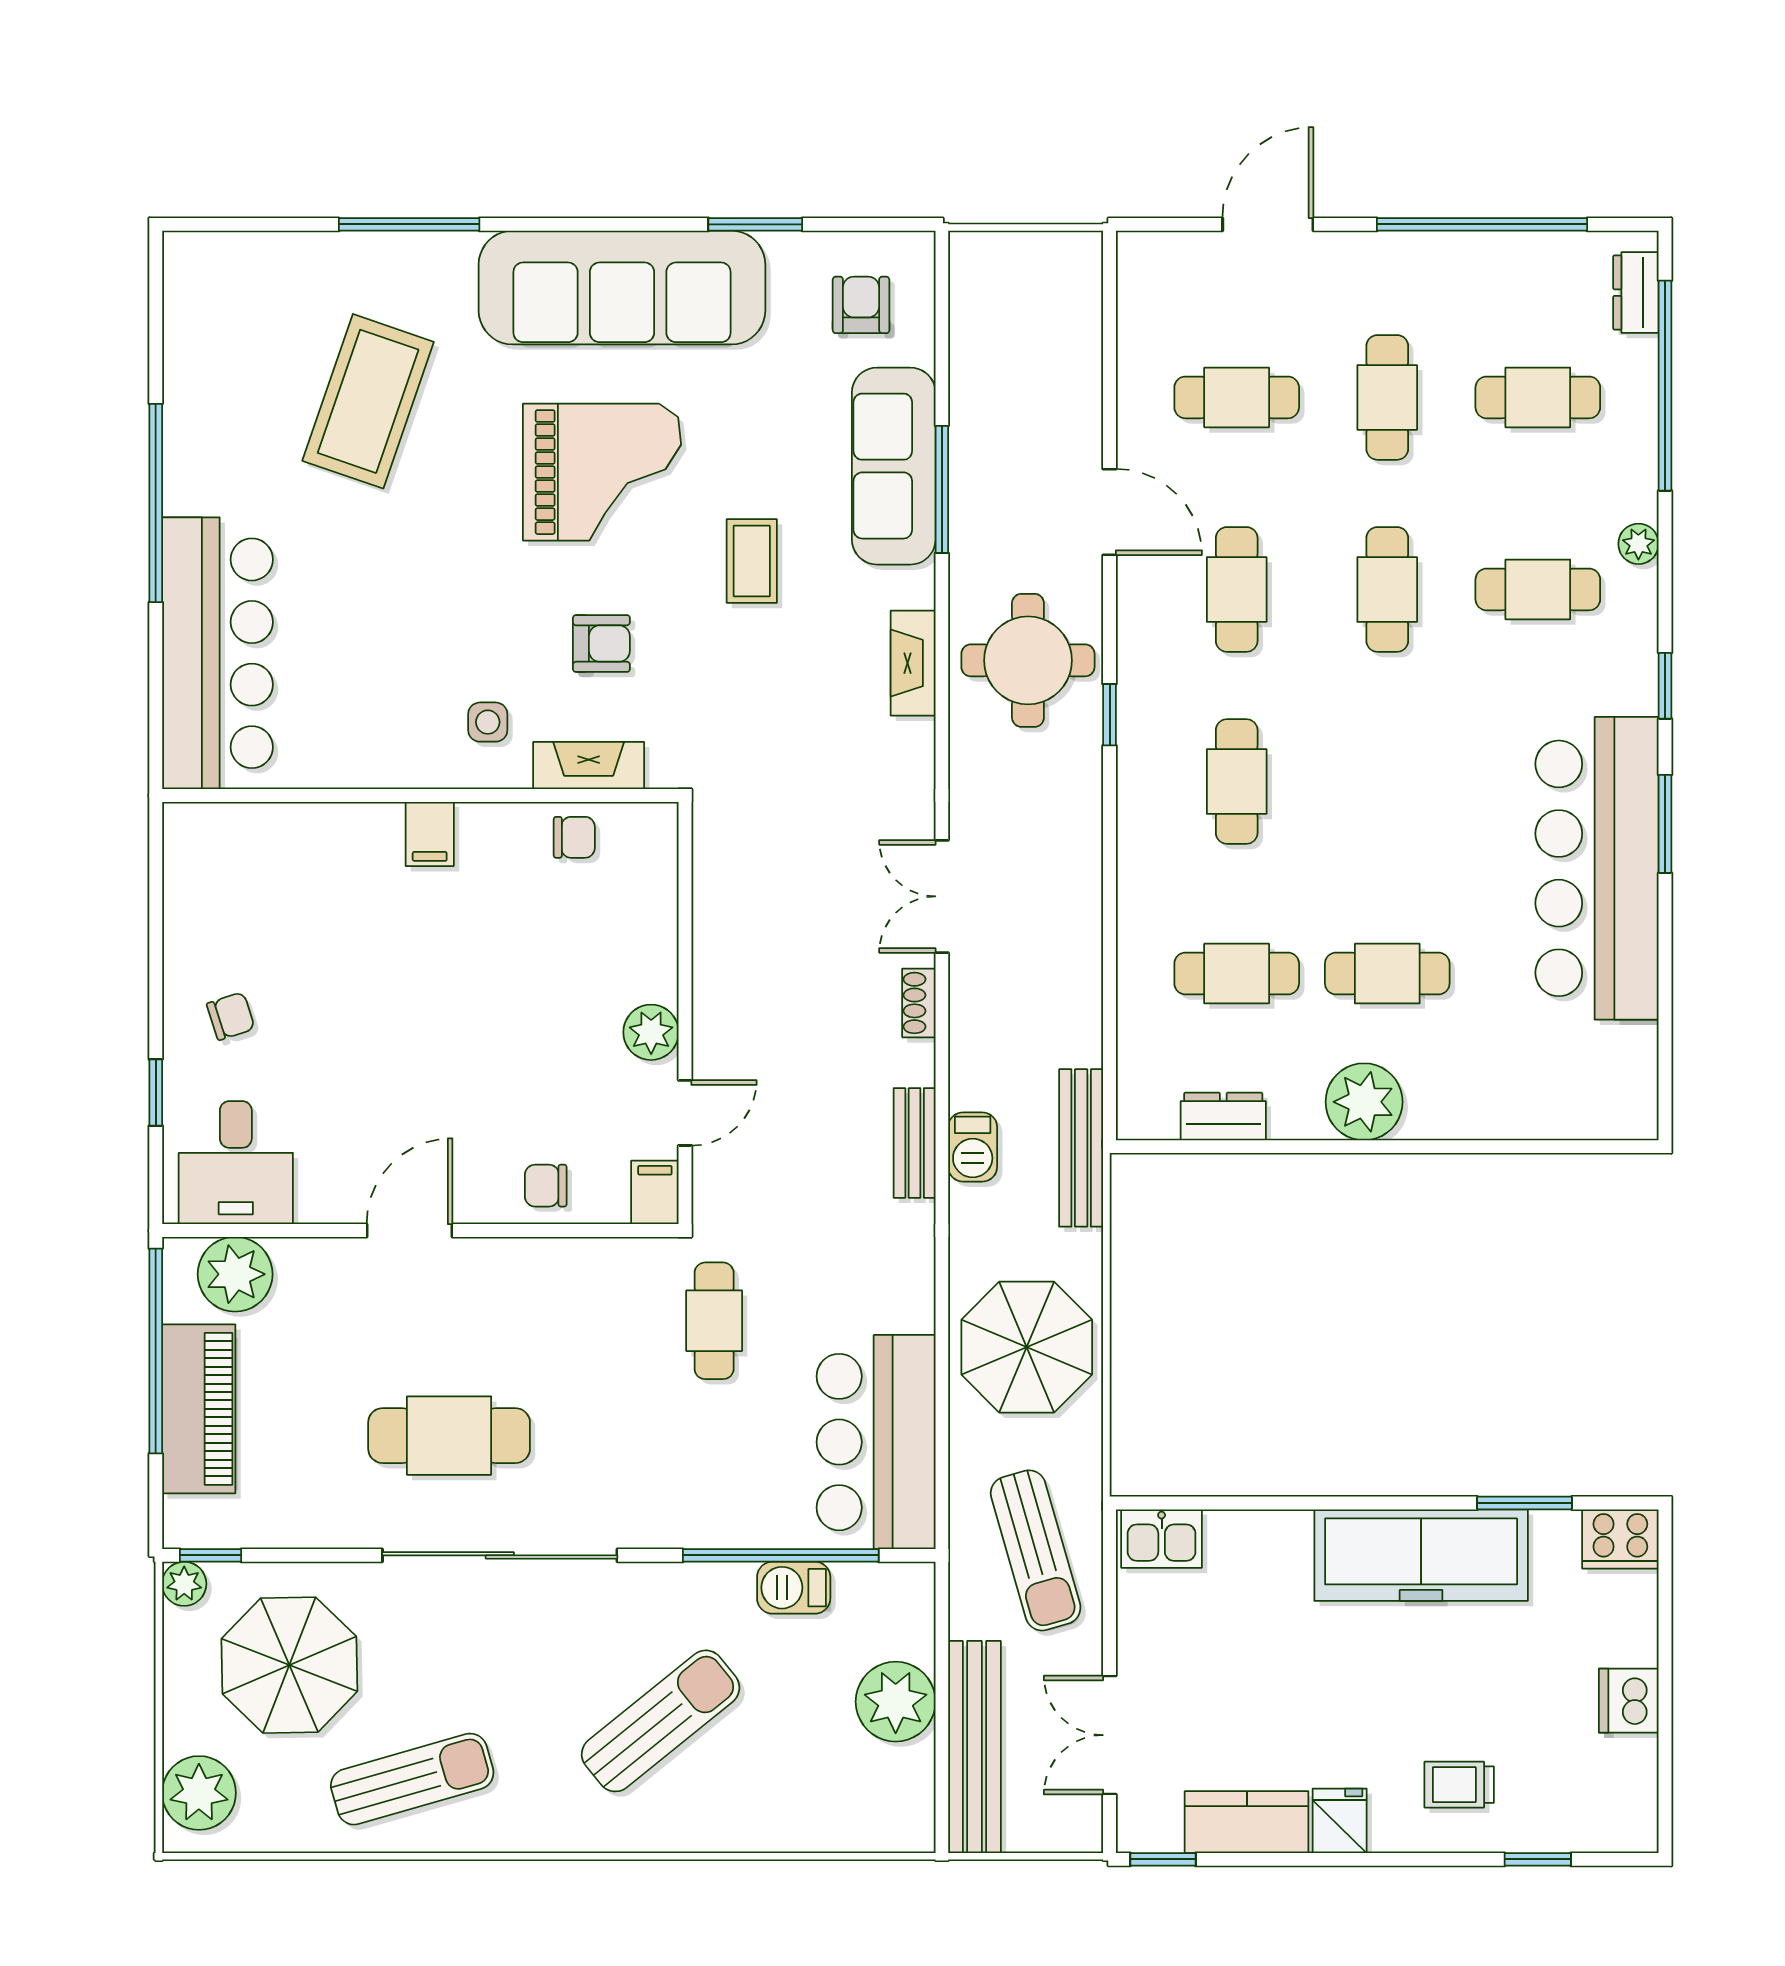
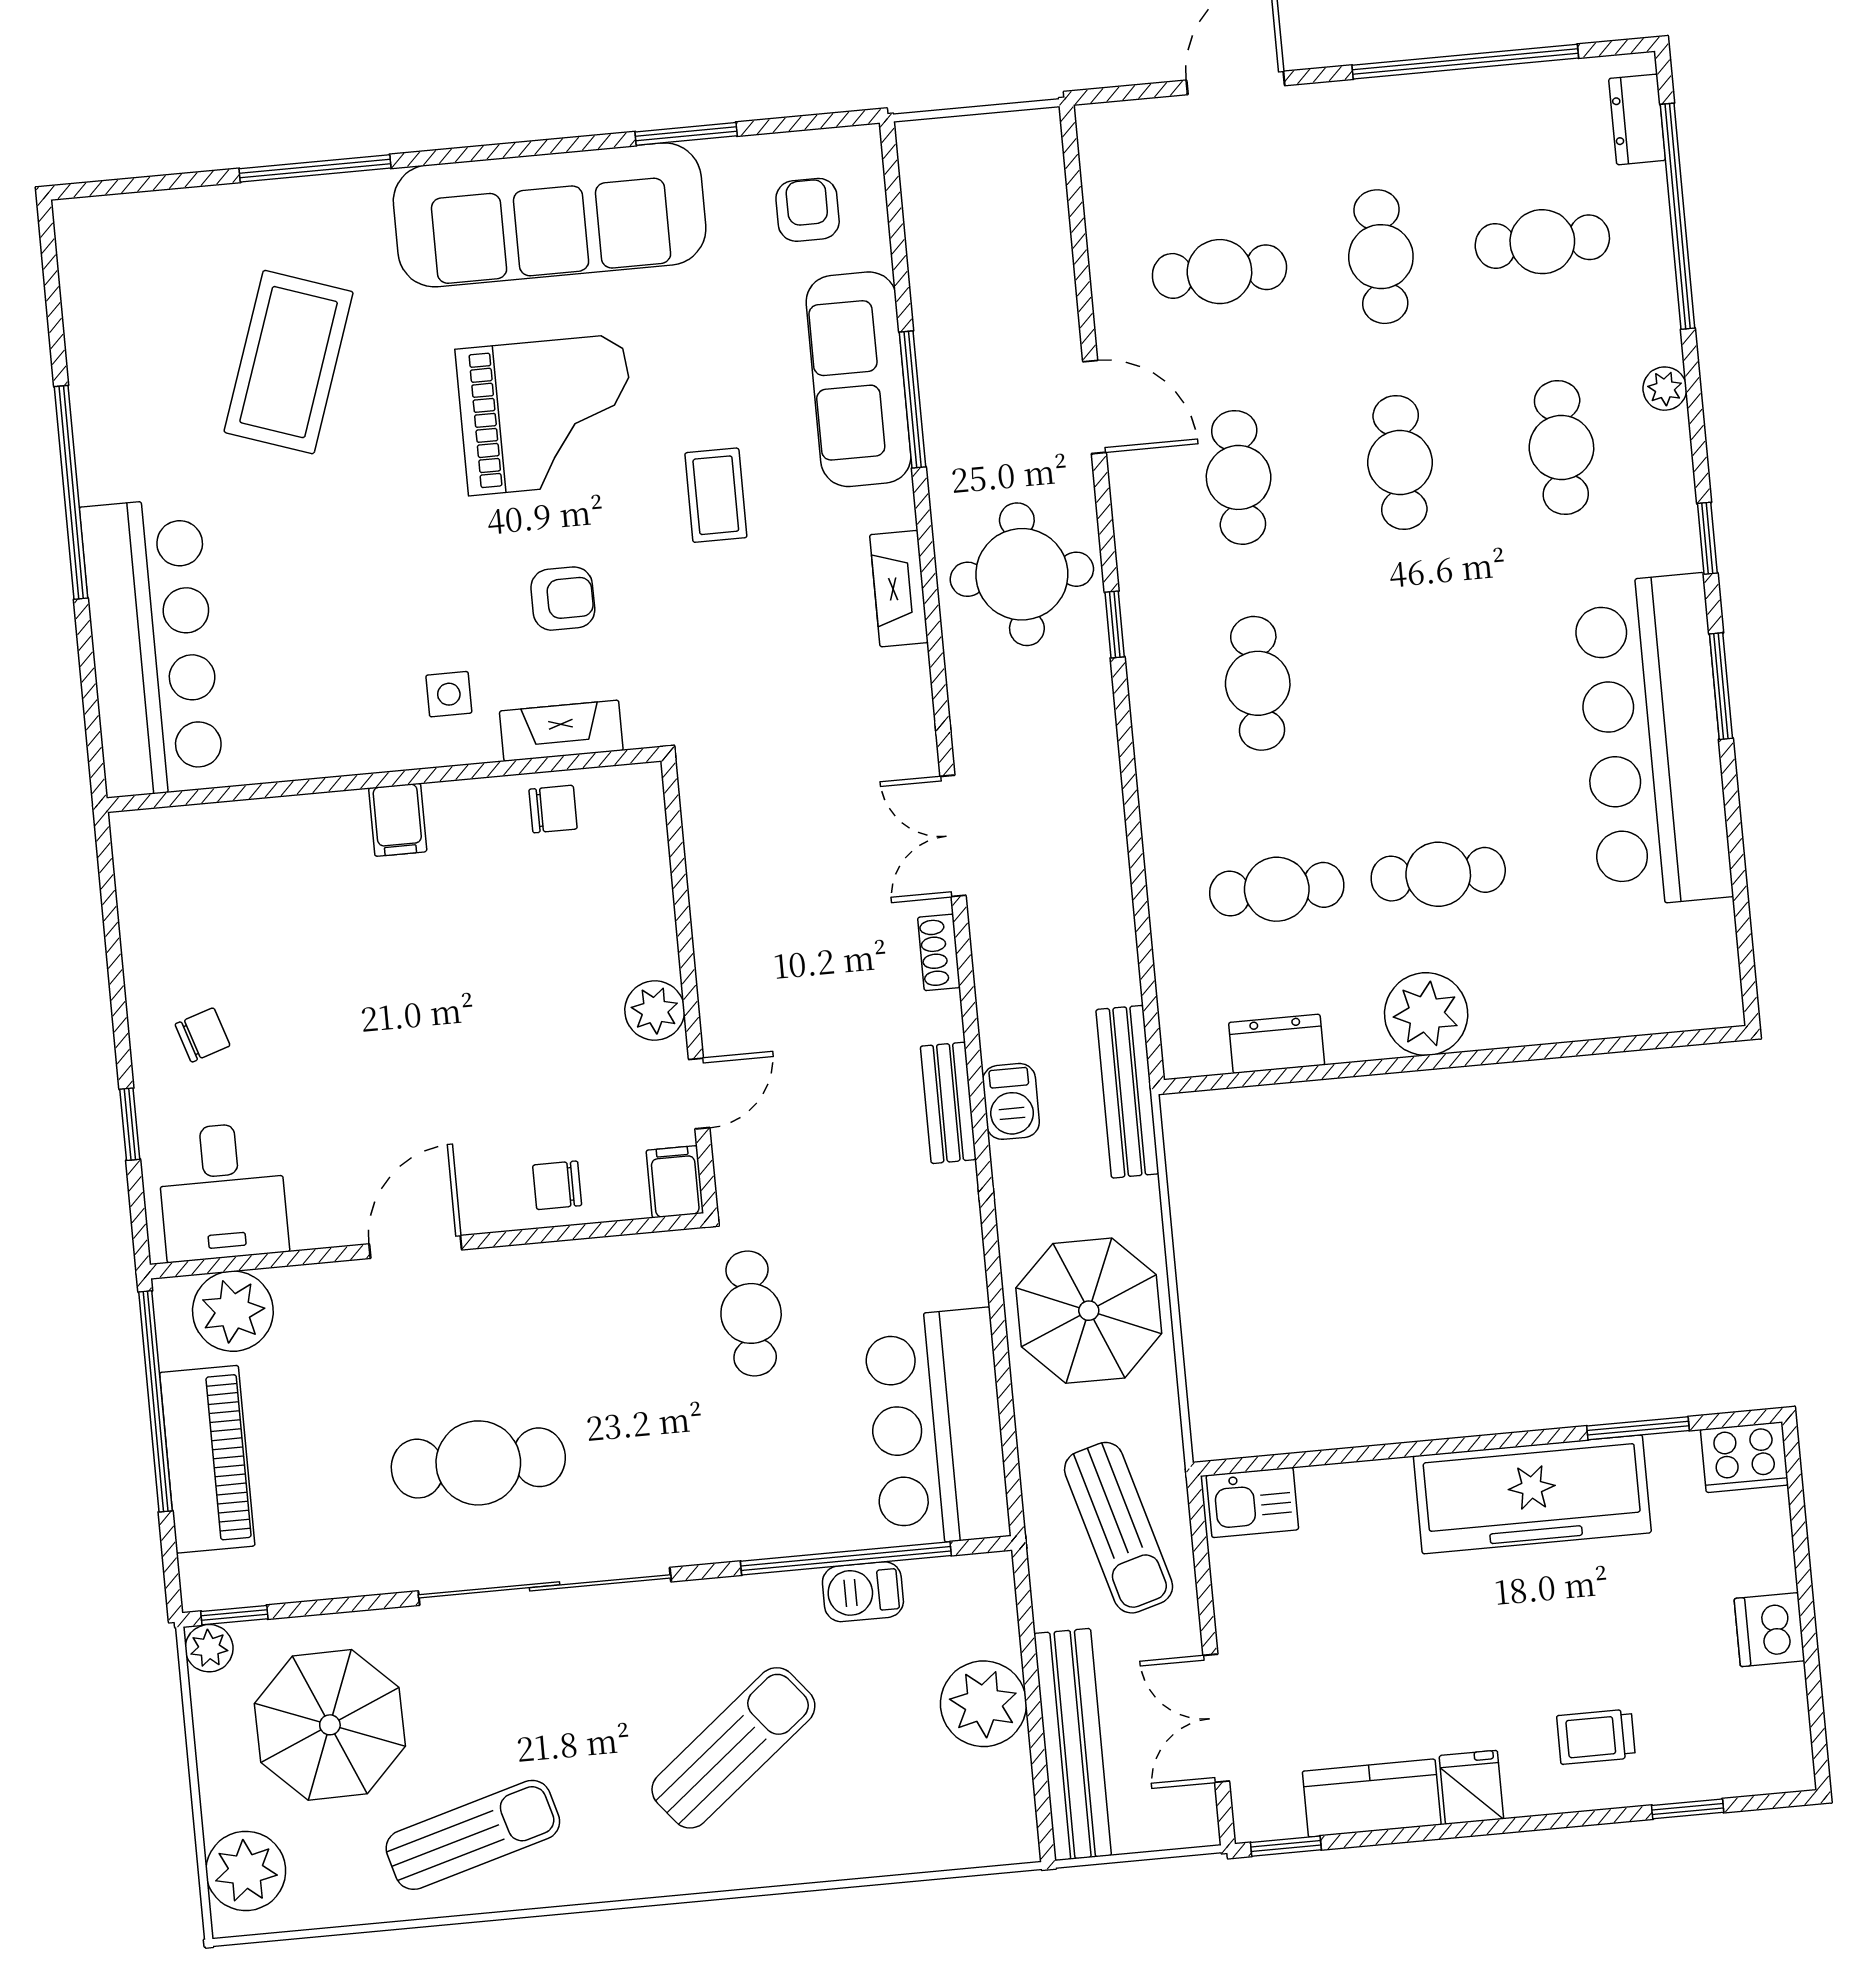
cafe table: (1538, 589) -> (1561, 448), turned 90

